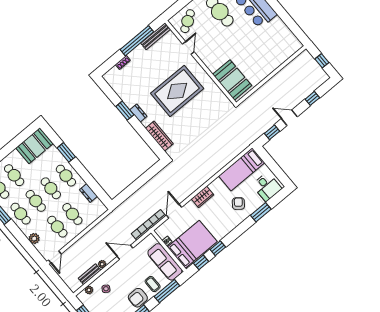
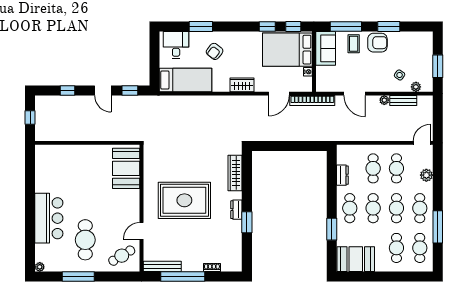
sofa: (165, 262) -> (326, 48), width x0.73

